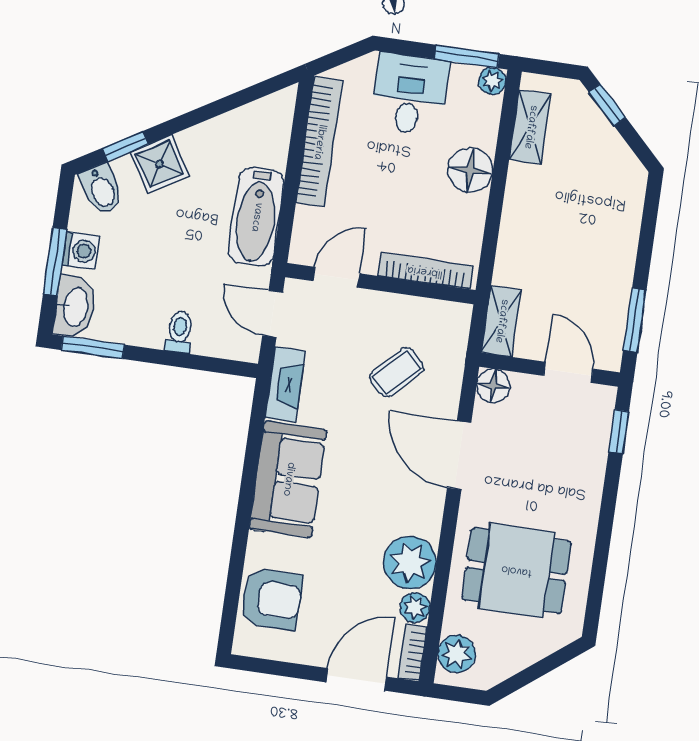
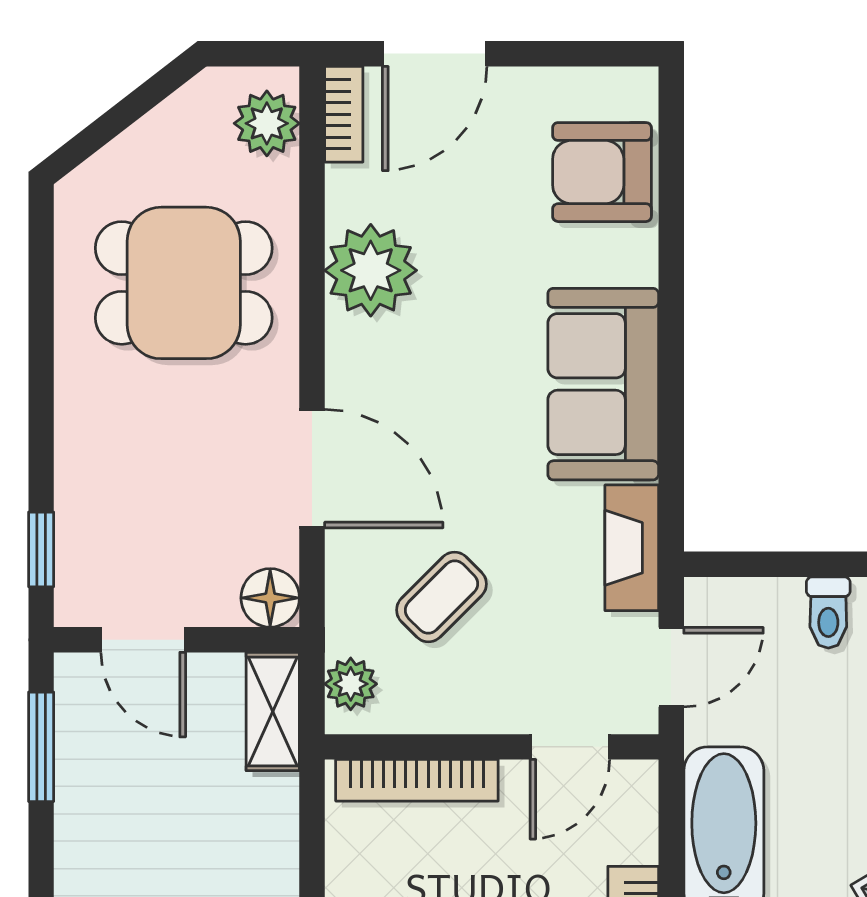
door: (273, 314) -> (671, 667), hinge flipped
plant: (415, 608) -> (351, 684), moved

